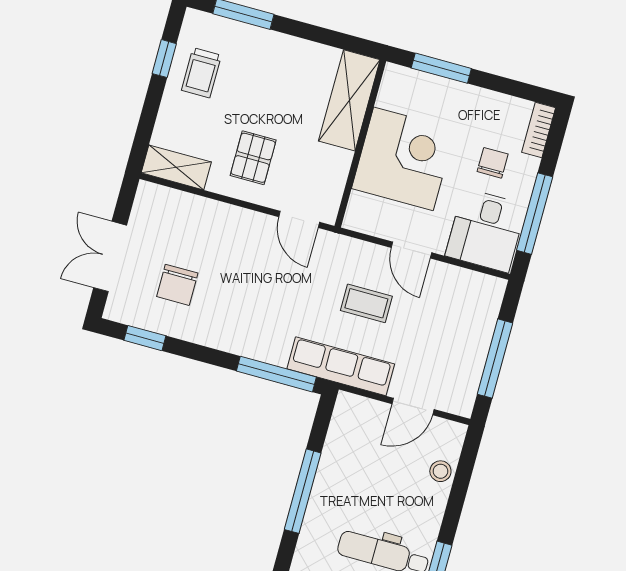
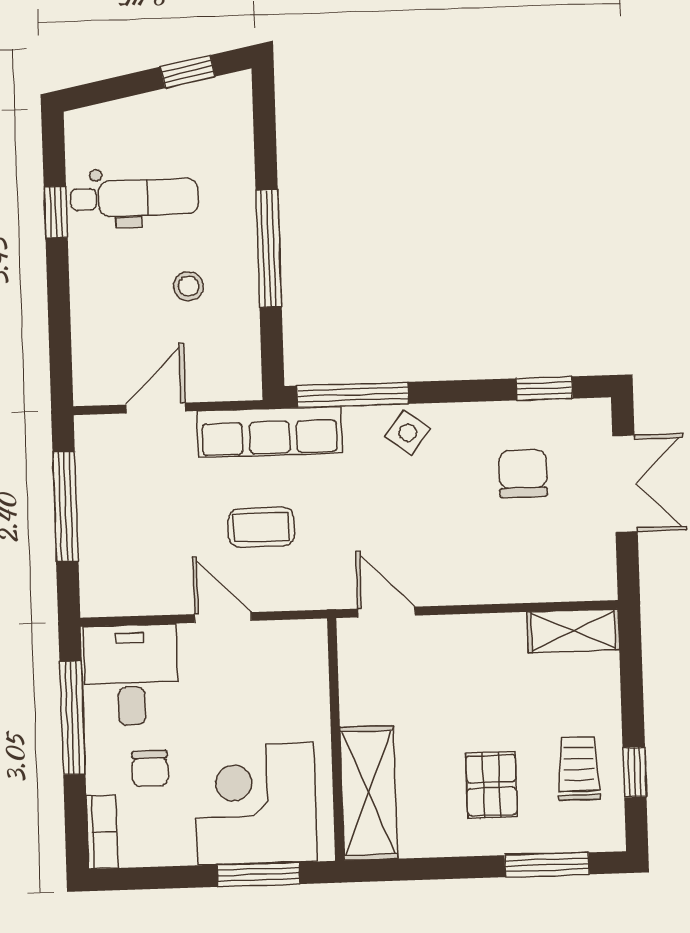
pallet: (253, 158) -> (492, 785), moved
corner desk: (403, 159) -> (256, 804), moved, turned 90
side table: (247, 337) -> (408, 433), added
stool: (440, 471) -> (189, 286), moved

